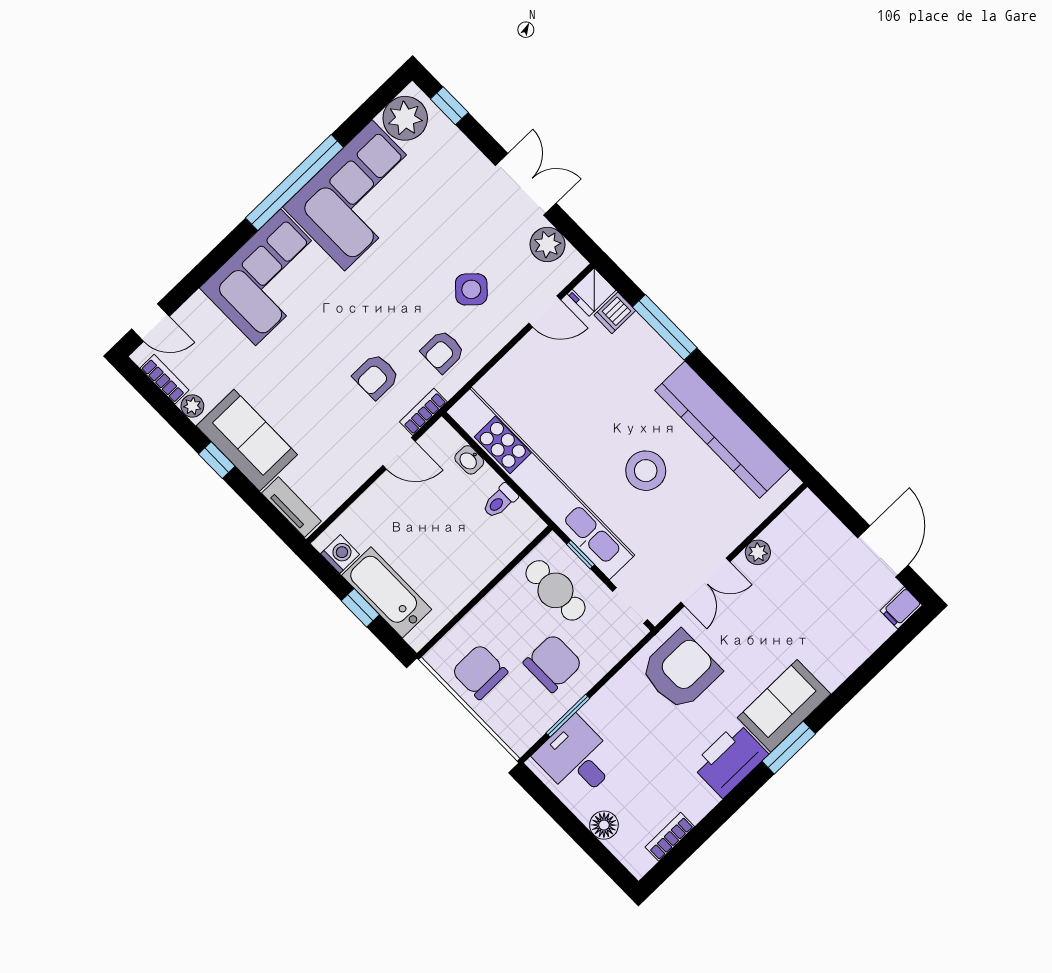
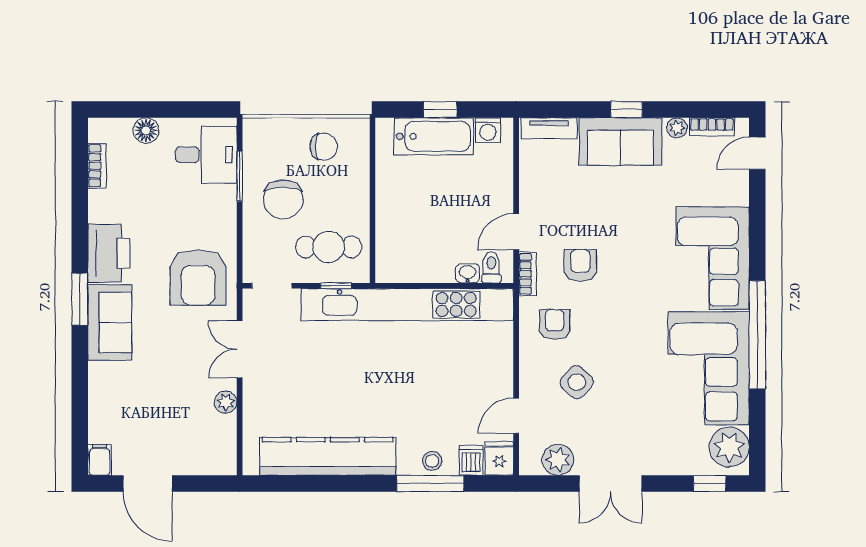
stool: (646, 471) -> (432, 461), moved, width x0.53, depth x0.53
toilet: (500, 501) -> (491, 267), moved
chair: (480, 672) -> (324, 147), width x0.73, depth x0.73

